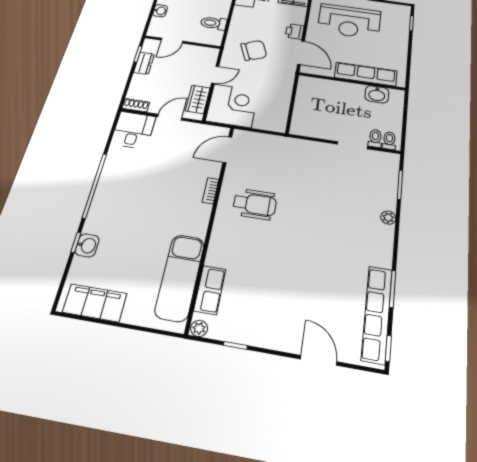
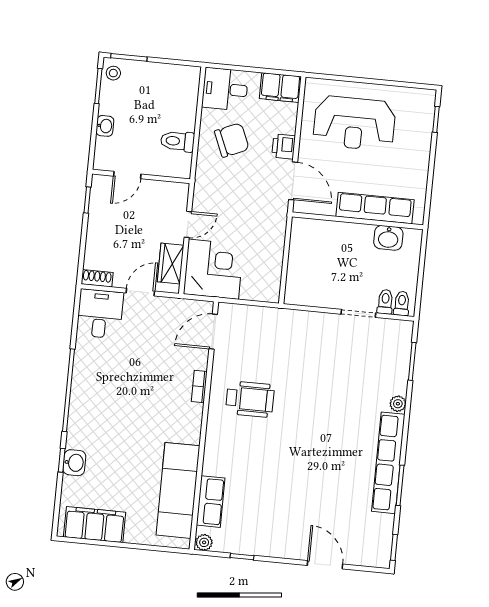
chair: (254, 50) -> (232, 140), moved
dresser: (144, 63) -> (97, 214), removed
row of seats: (377, 314) -> (388, 463), moved

